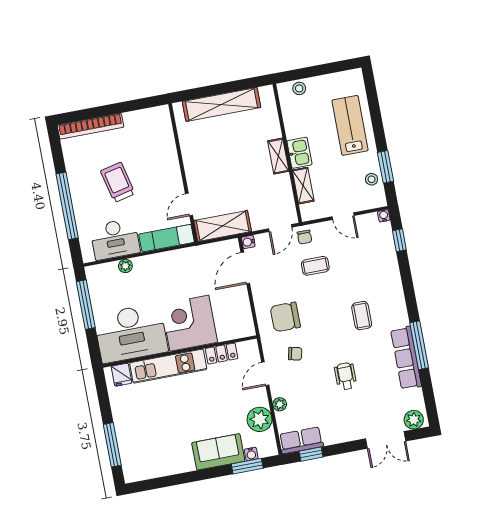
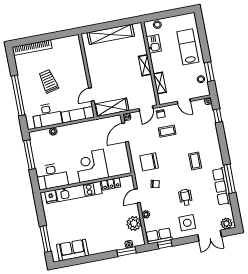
kitchen sink: (299, 153) -> (154, 44), moved
desk: (131, 333) -> (52, 176), width x0.73, depth x0.77
side table: (349, 418) -> (187, 223), added
sofa: (218, 452) -> (72, 250), moved

